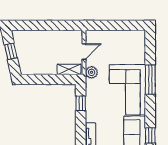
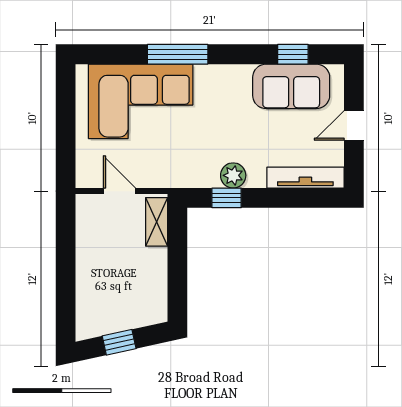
plant: (92, 72) -> (233, 175), moved
corner sofa: (127, 90) -> (141, 101), moved

